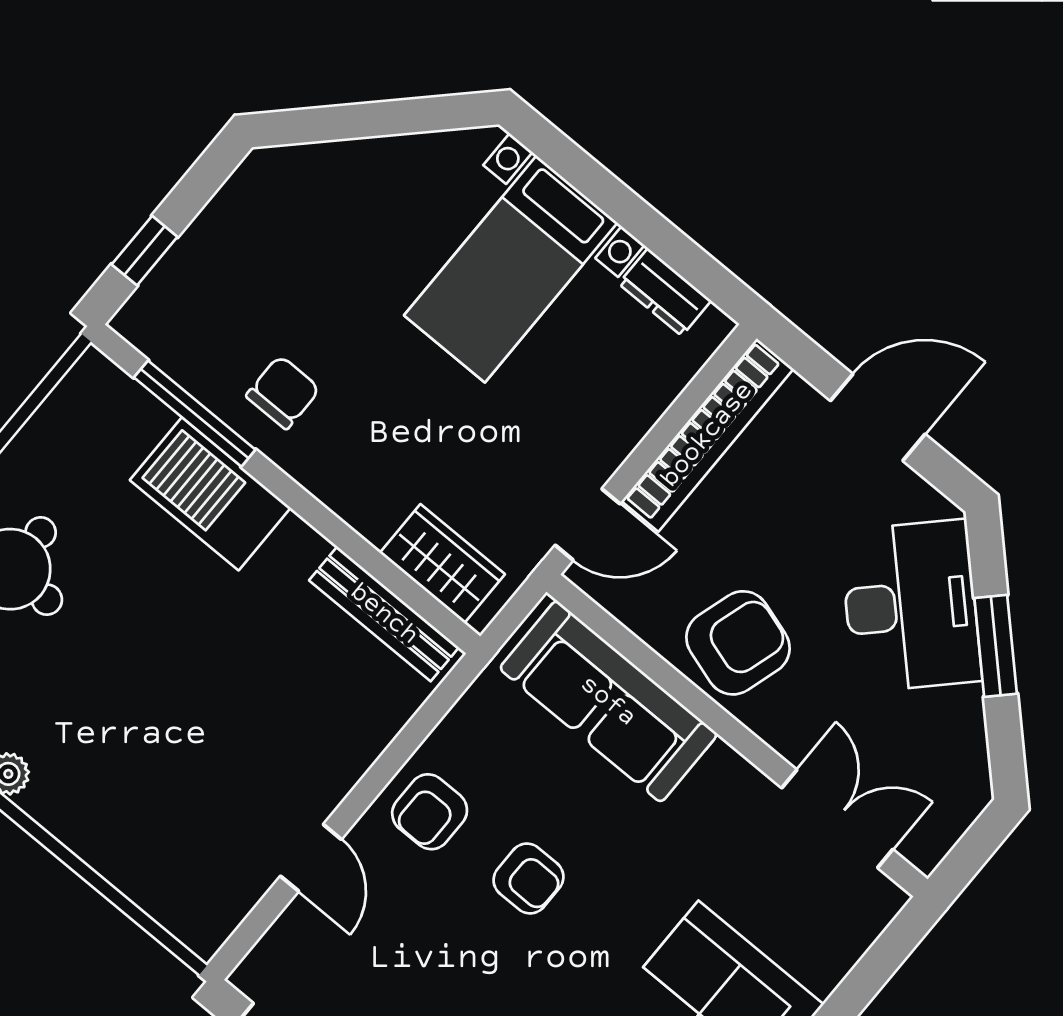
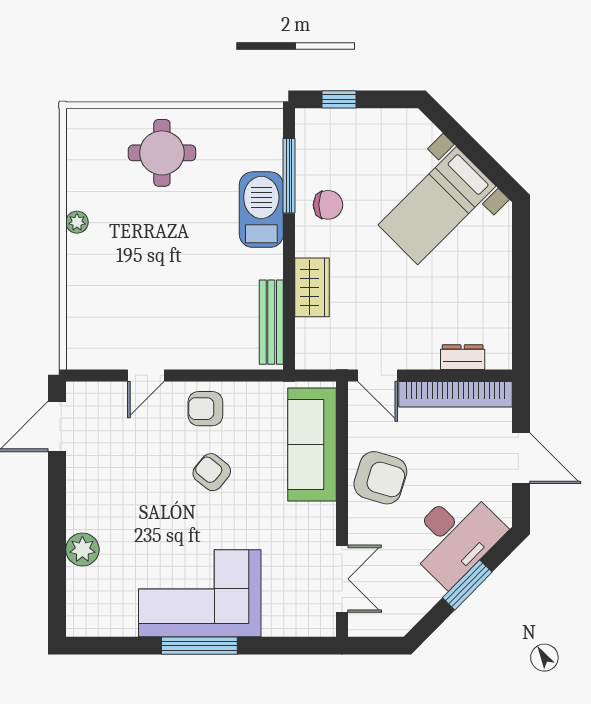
bed with nightstands: (511, 269) -> (437, 206), moved, turned -45
dresser: (665, 292) -> (463, 357), moved, turned 90
wardrobe: (442, 564) -> (312, 287), moved
armchair: (528, 879) -> (212, 472), turned 129

